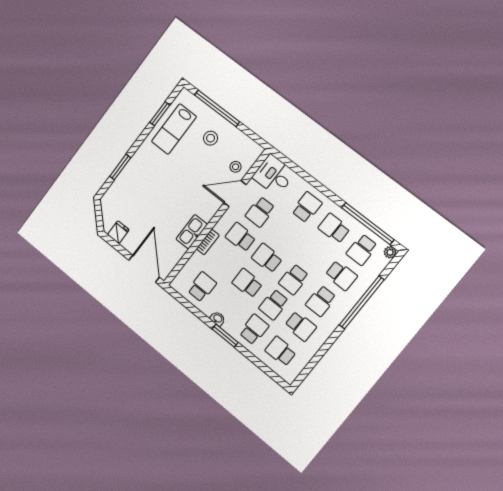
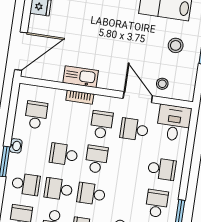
school desk: (247, 283) -> (64, 154), turned -90
school desk: (202, 287) -> (36, 115), turned -90

